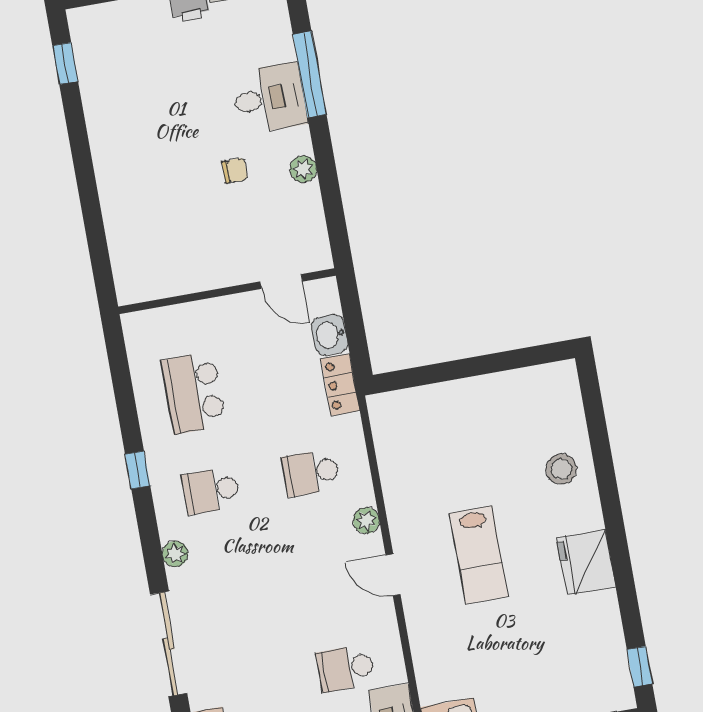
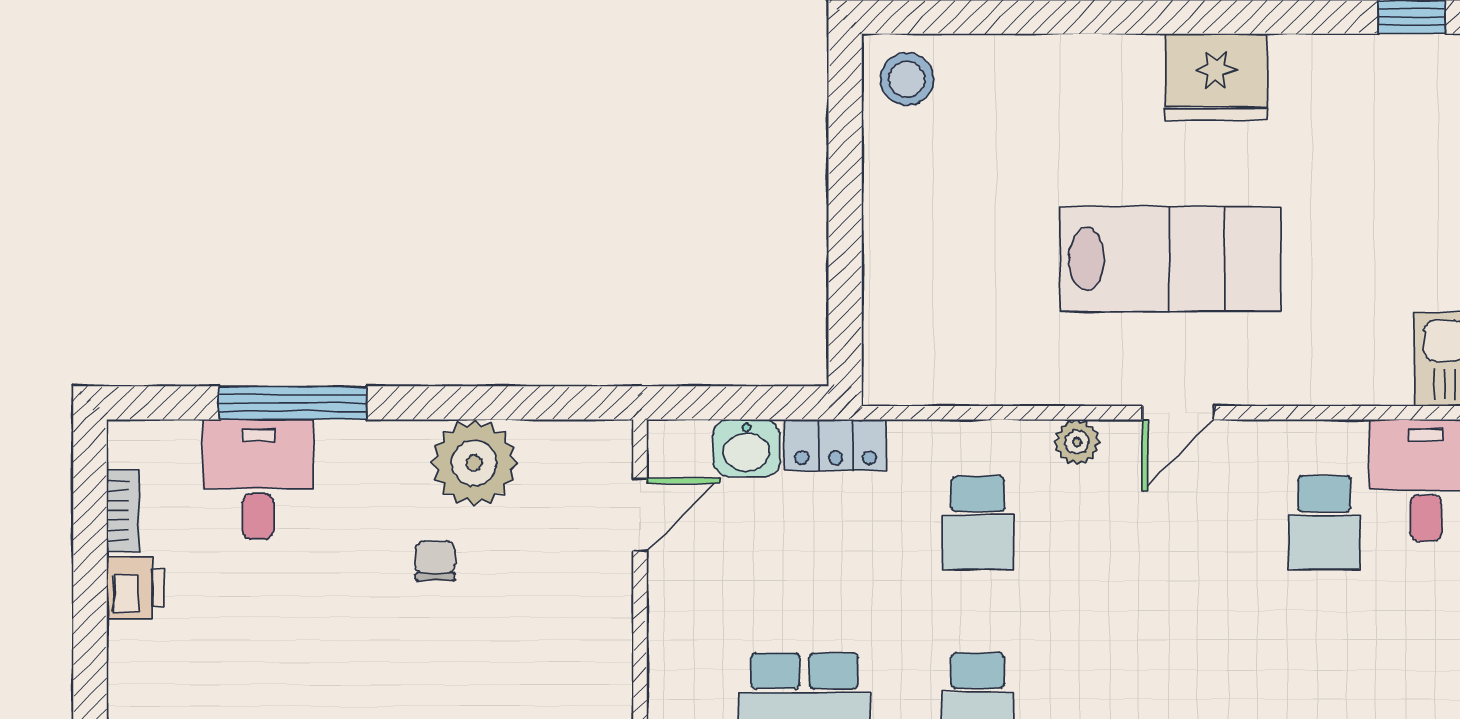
desk: (269, 98) -> (258, 479), moved
plant: (303, 169) -> (474, 463), width x1.87, depth x1.87
stool: (561, 469) -> (907, 79), moved
lab bench: (479, 555) -> (1170, 259), width x1.36, depth x1.39

